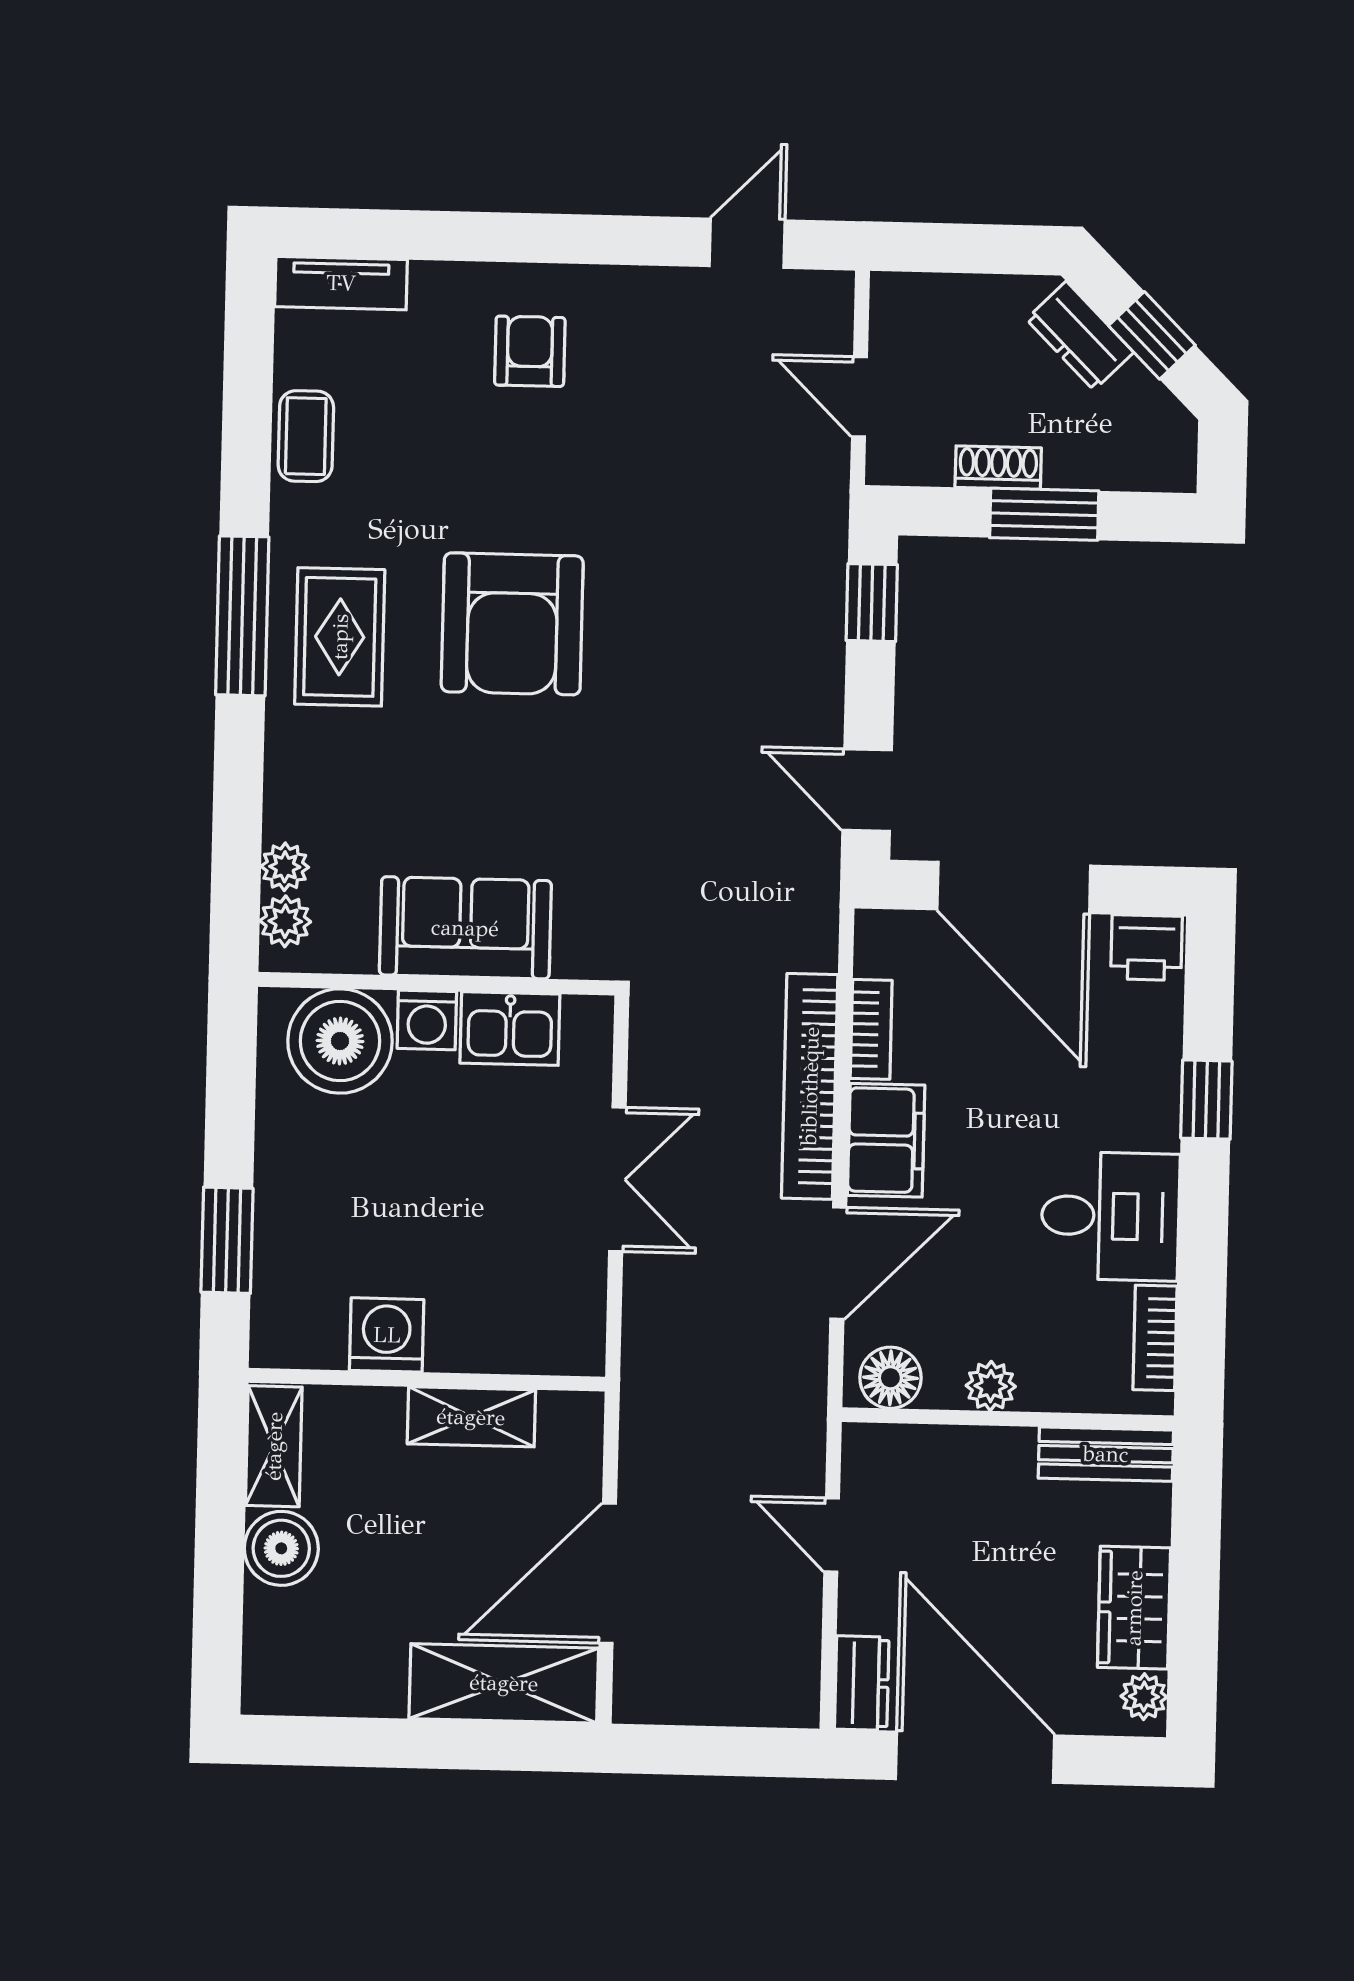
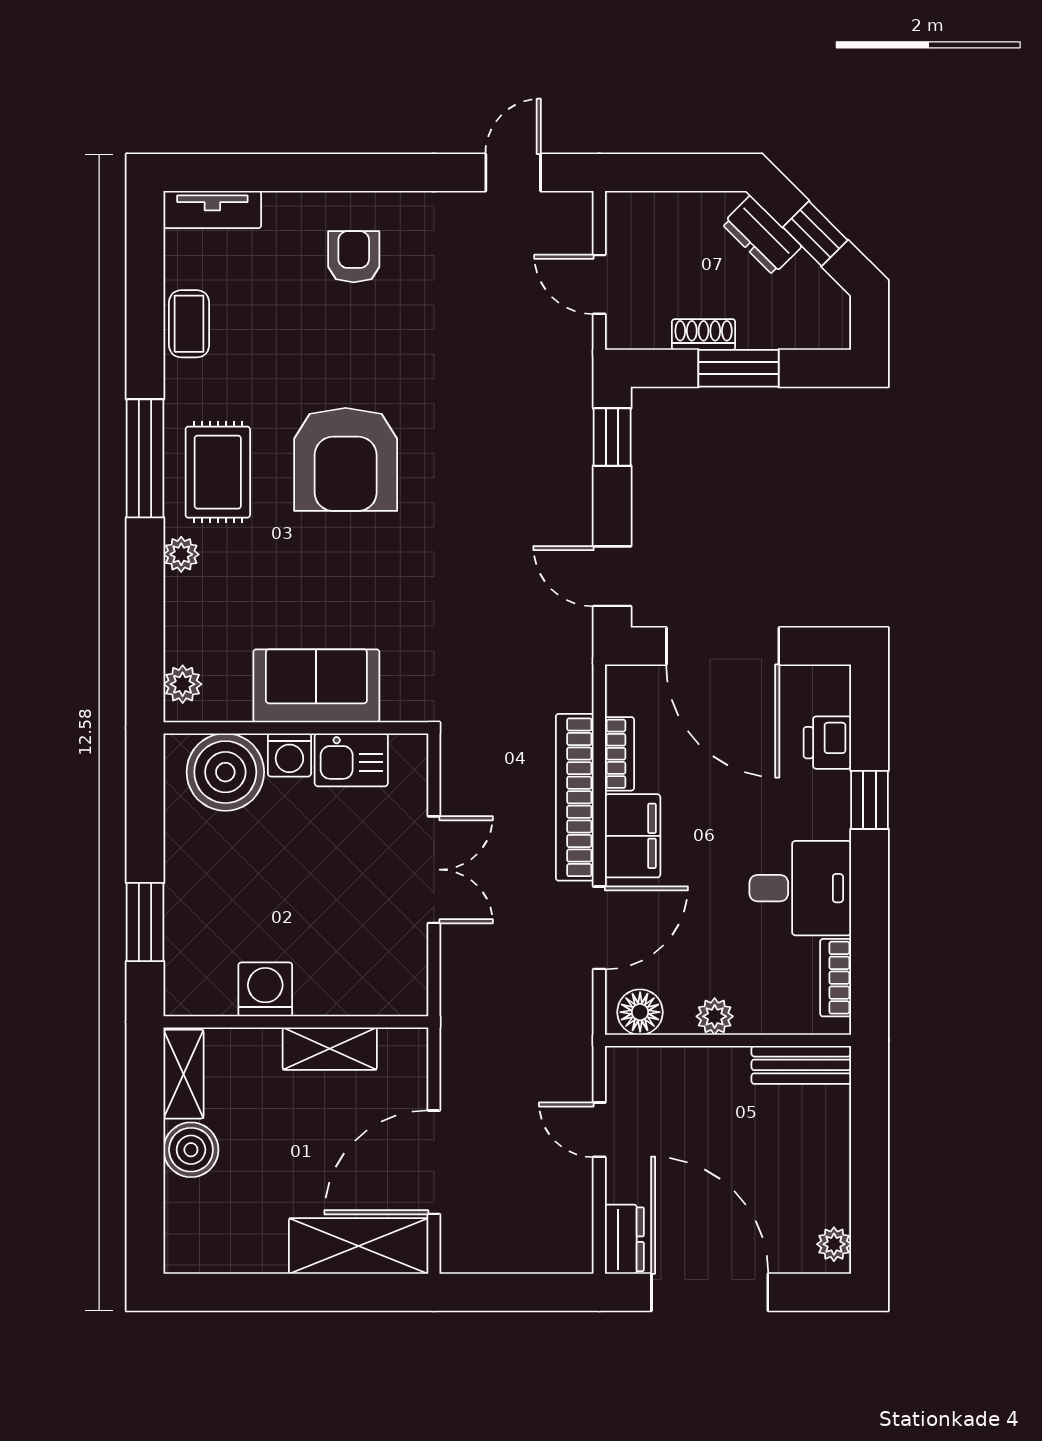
plant: (285, 867) -> (181, 554), moved
printer: (1146, 948) -> (827, 743), moved, turned 90
wardrobe: (1134, 1608) -> (825, 1178), removed

